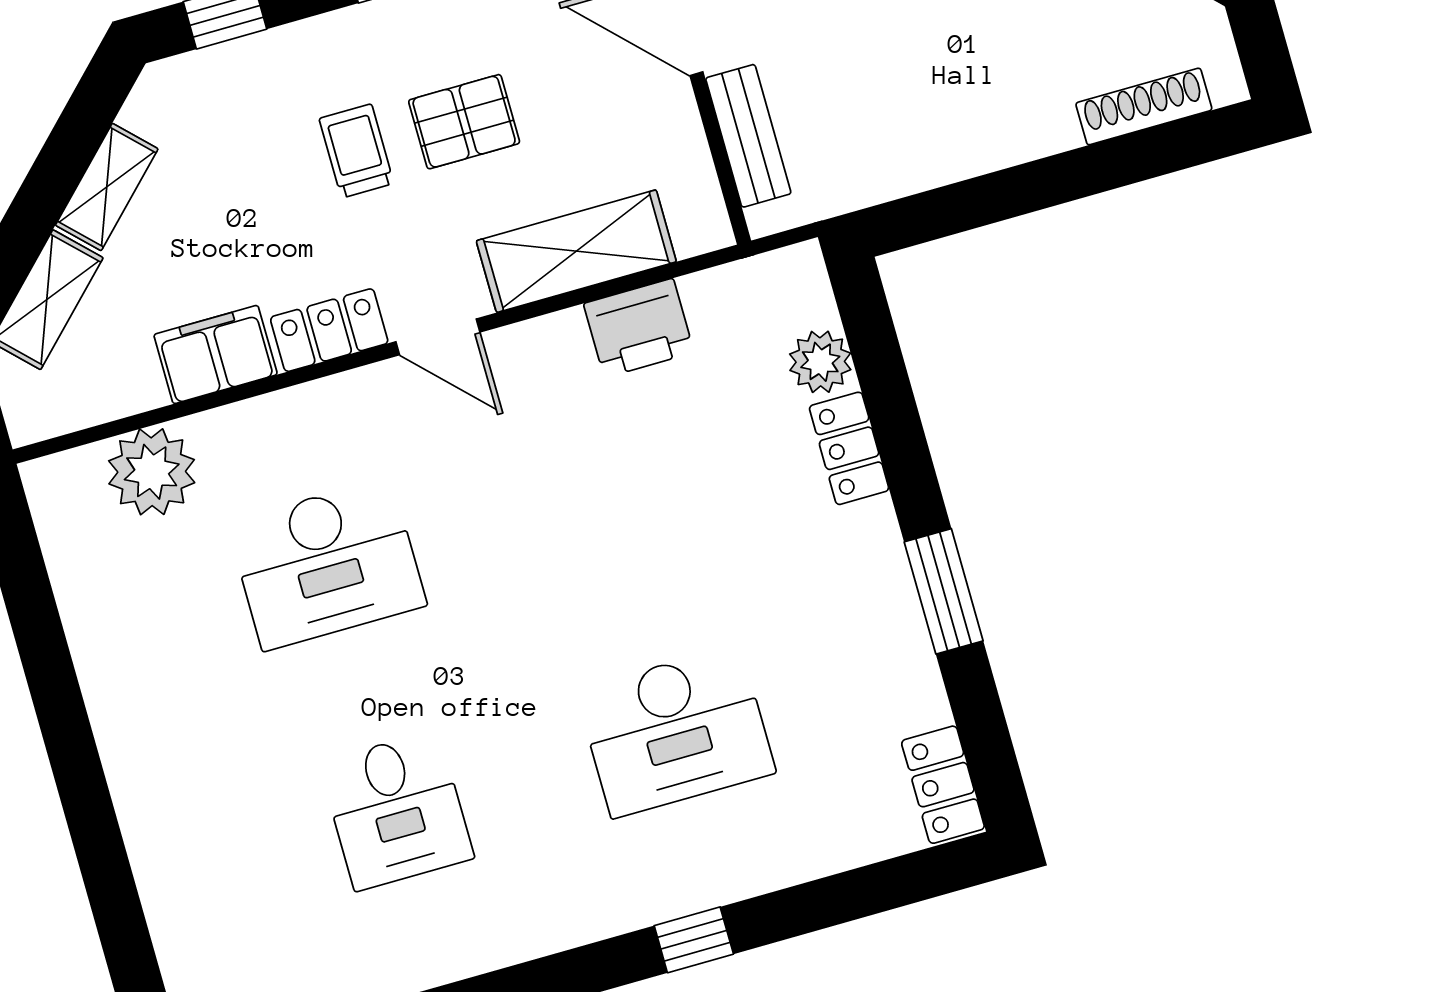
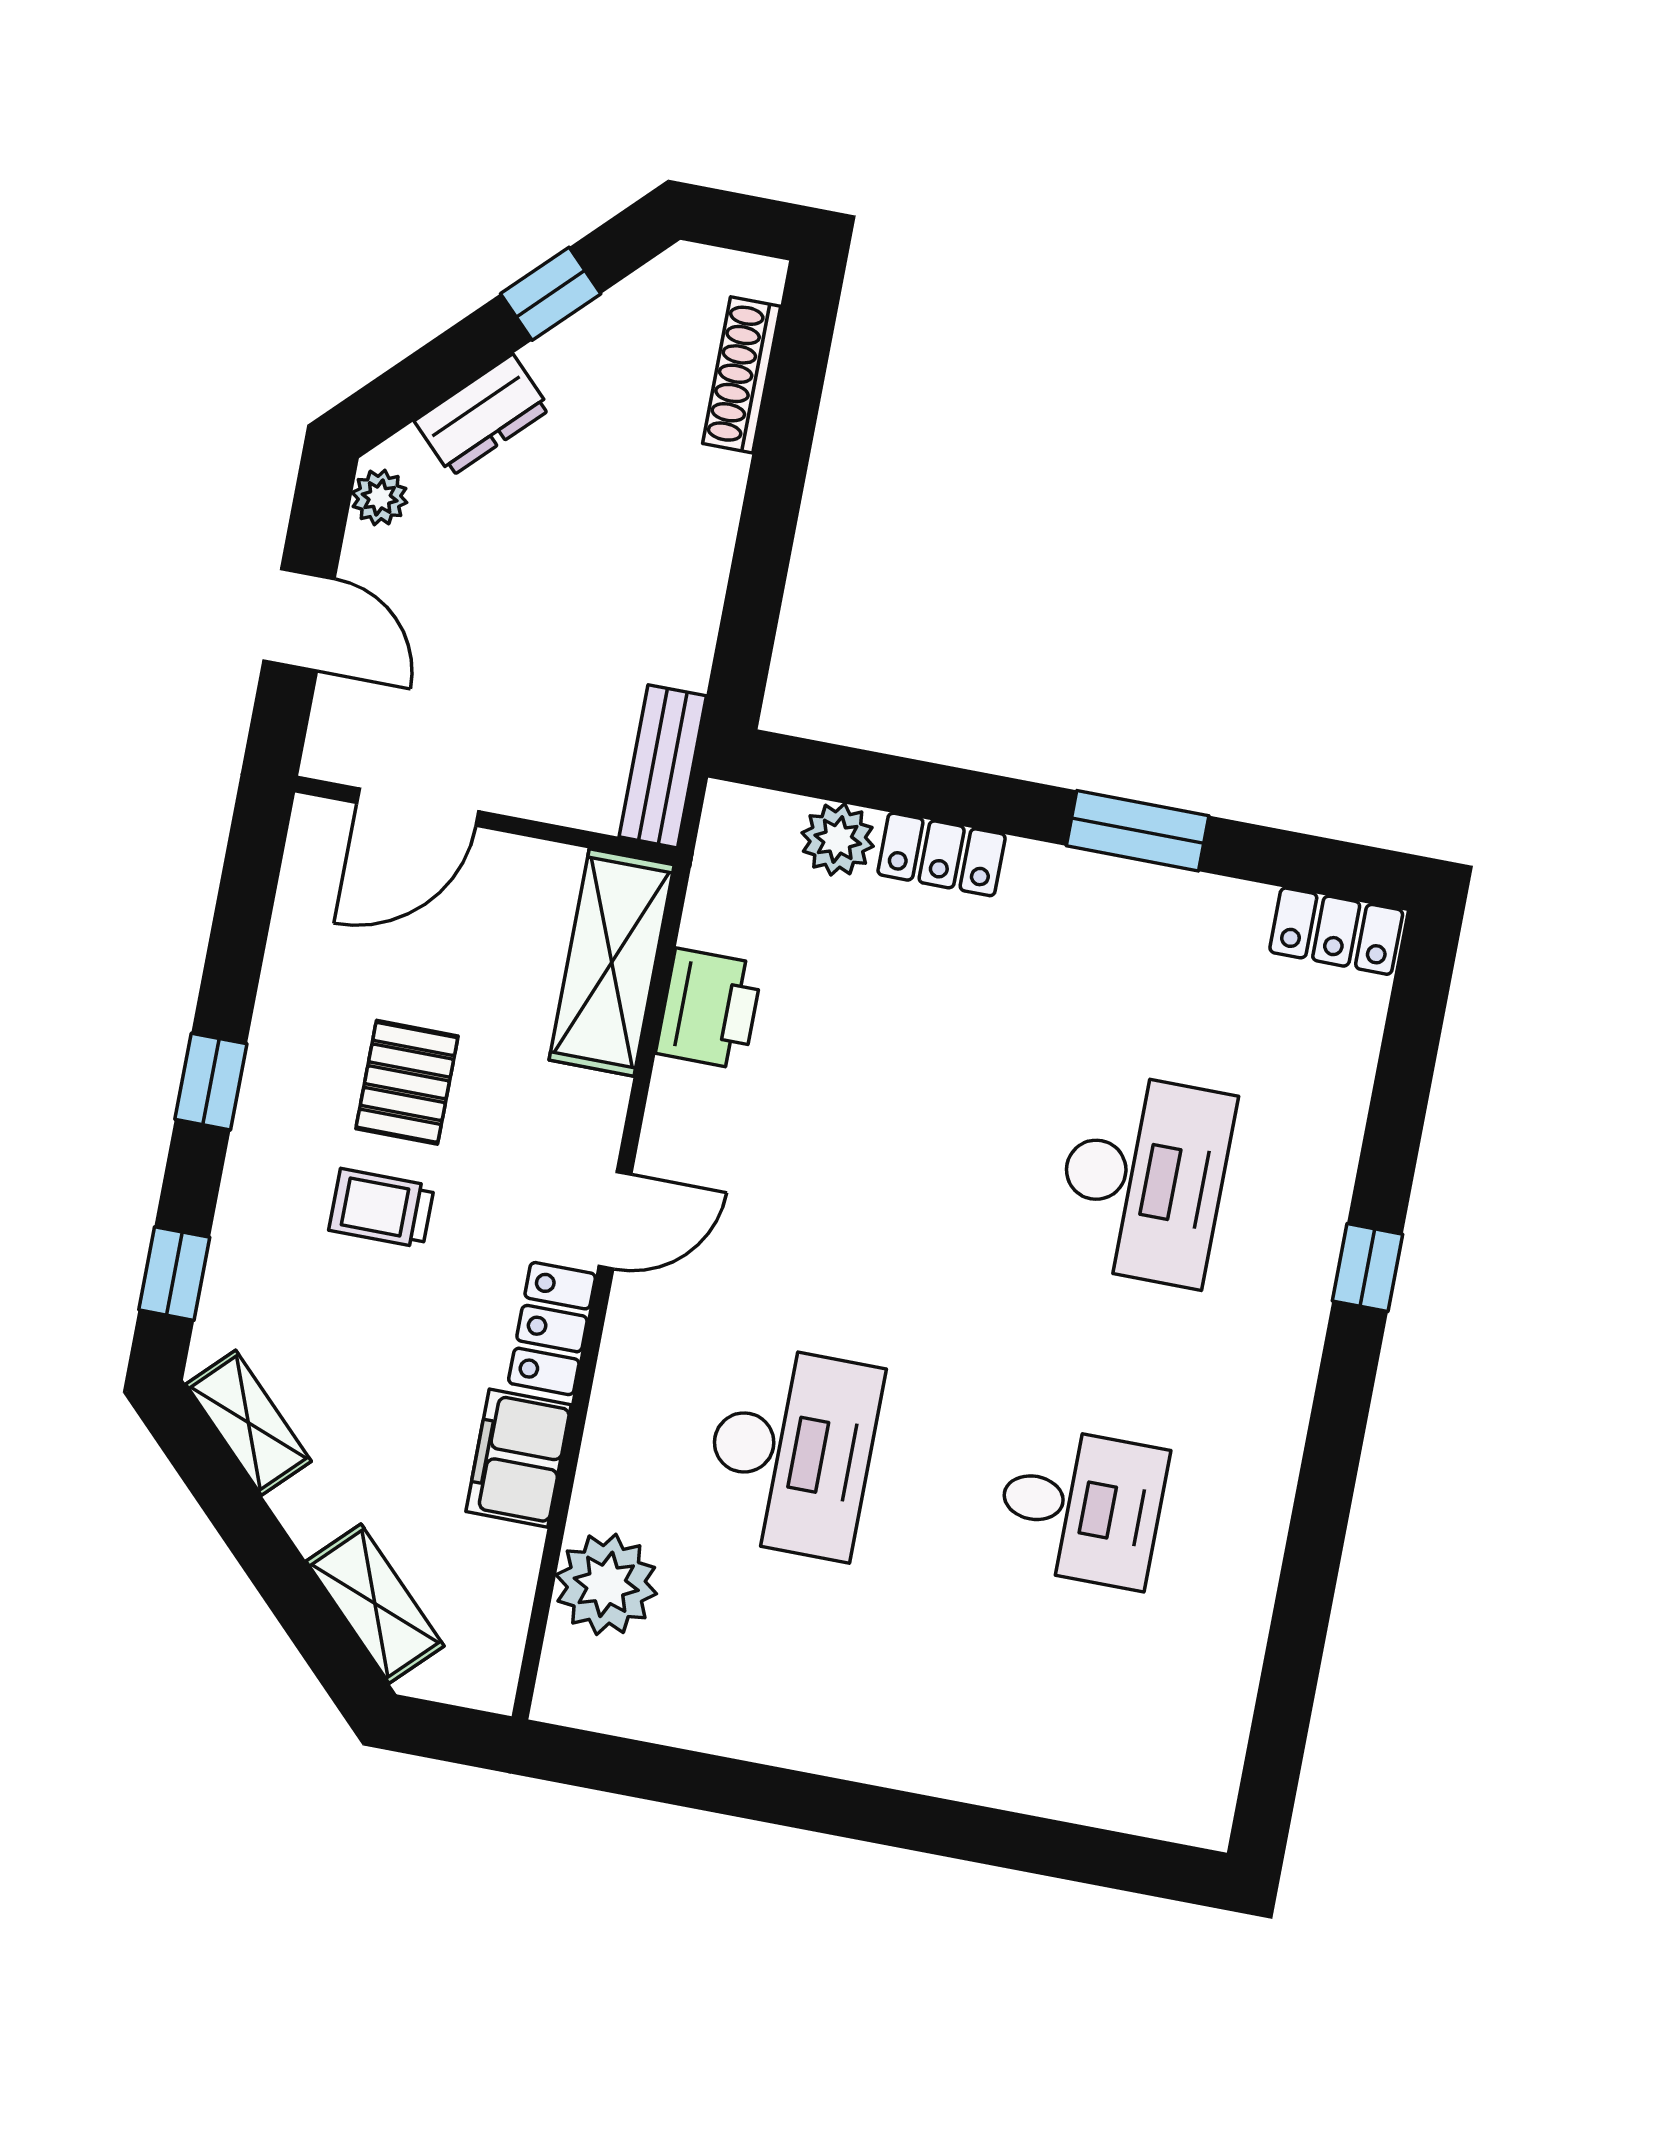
bench: (748, 136) -> (663, 766), moved, turned 90
shelving: (107, 187) -> (248, 1423), moved
shelving: (576, 251) -> (612, 962), moved

